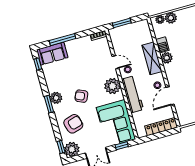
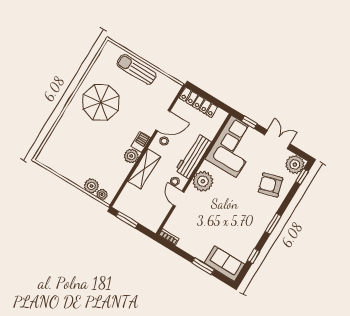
window: (122, 23) -> (127, 220), moved
window: (63, 40) -> (203, 266), width x0.69
barbecue: (162, 45) -> (141, 142), moved
window: (38, 64) -> (253, 256), moved
armchair: (81, 96) -> (238, 201), removed
plant: (56, 98) -> (262, 223), removed

